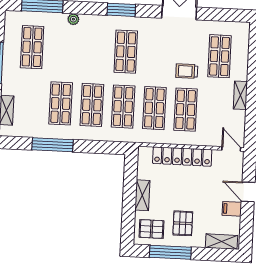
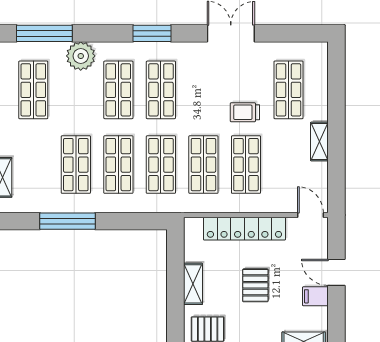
plant: (73, 19) -> (81, 56), width x1.88, depth x1.88
shop shelf: (95, 50) -> (118, 90), added
pallet: (183, 223) -> (255, 285), moved

